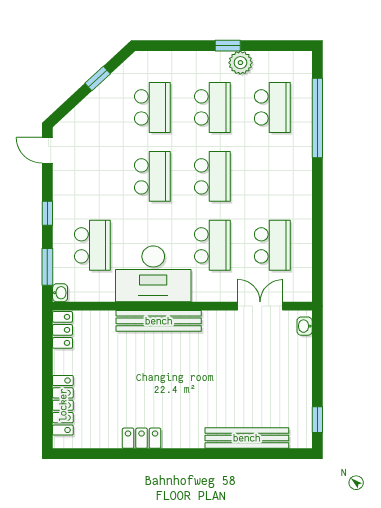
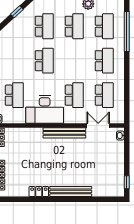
school desk: (212, 176) -> (104, 61), moved
bench: (159, 321) -> (64, 133), moved
bench: (247, 438) -> (71, 191), moved

